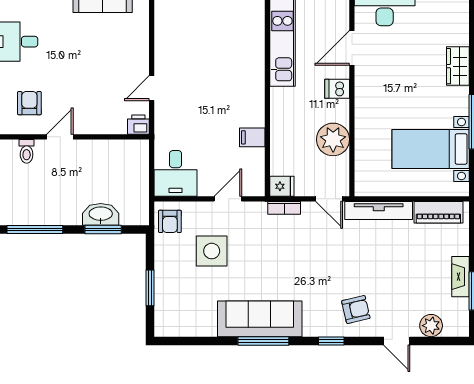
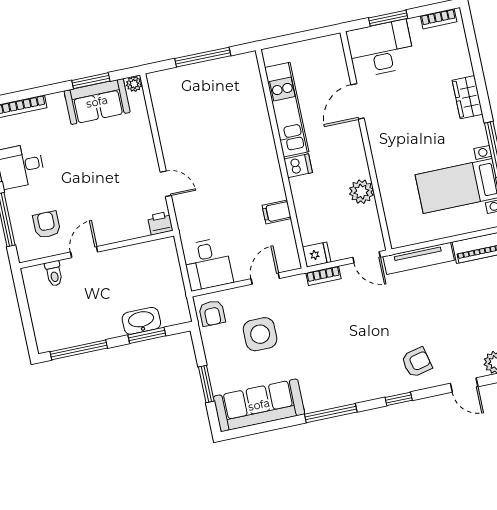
door: (152, 88) -> (166, 184), swing flipped
dishwasher: (337, 89) -> (298, 166), moved, turned 180
plant: (333, 139) -> (361, 192), width x0.73, depth x0.73
sofa: (260, 319) -> (259, 405), moved

